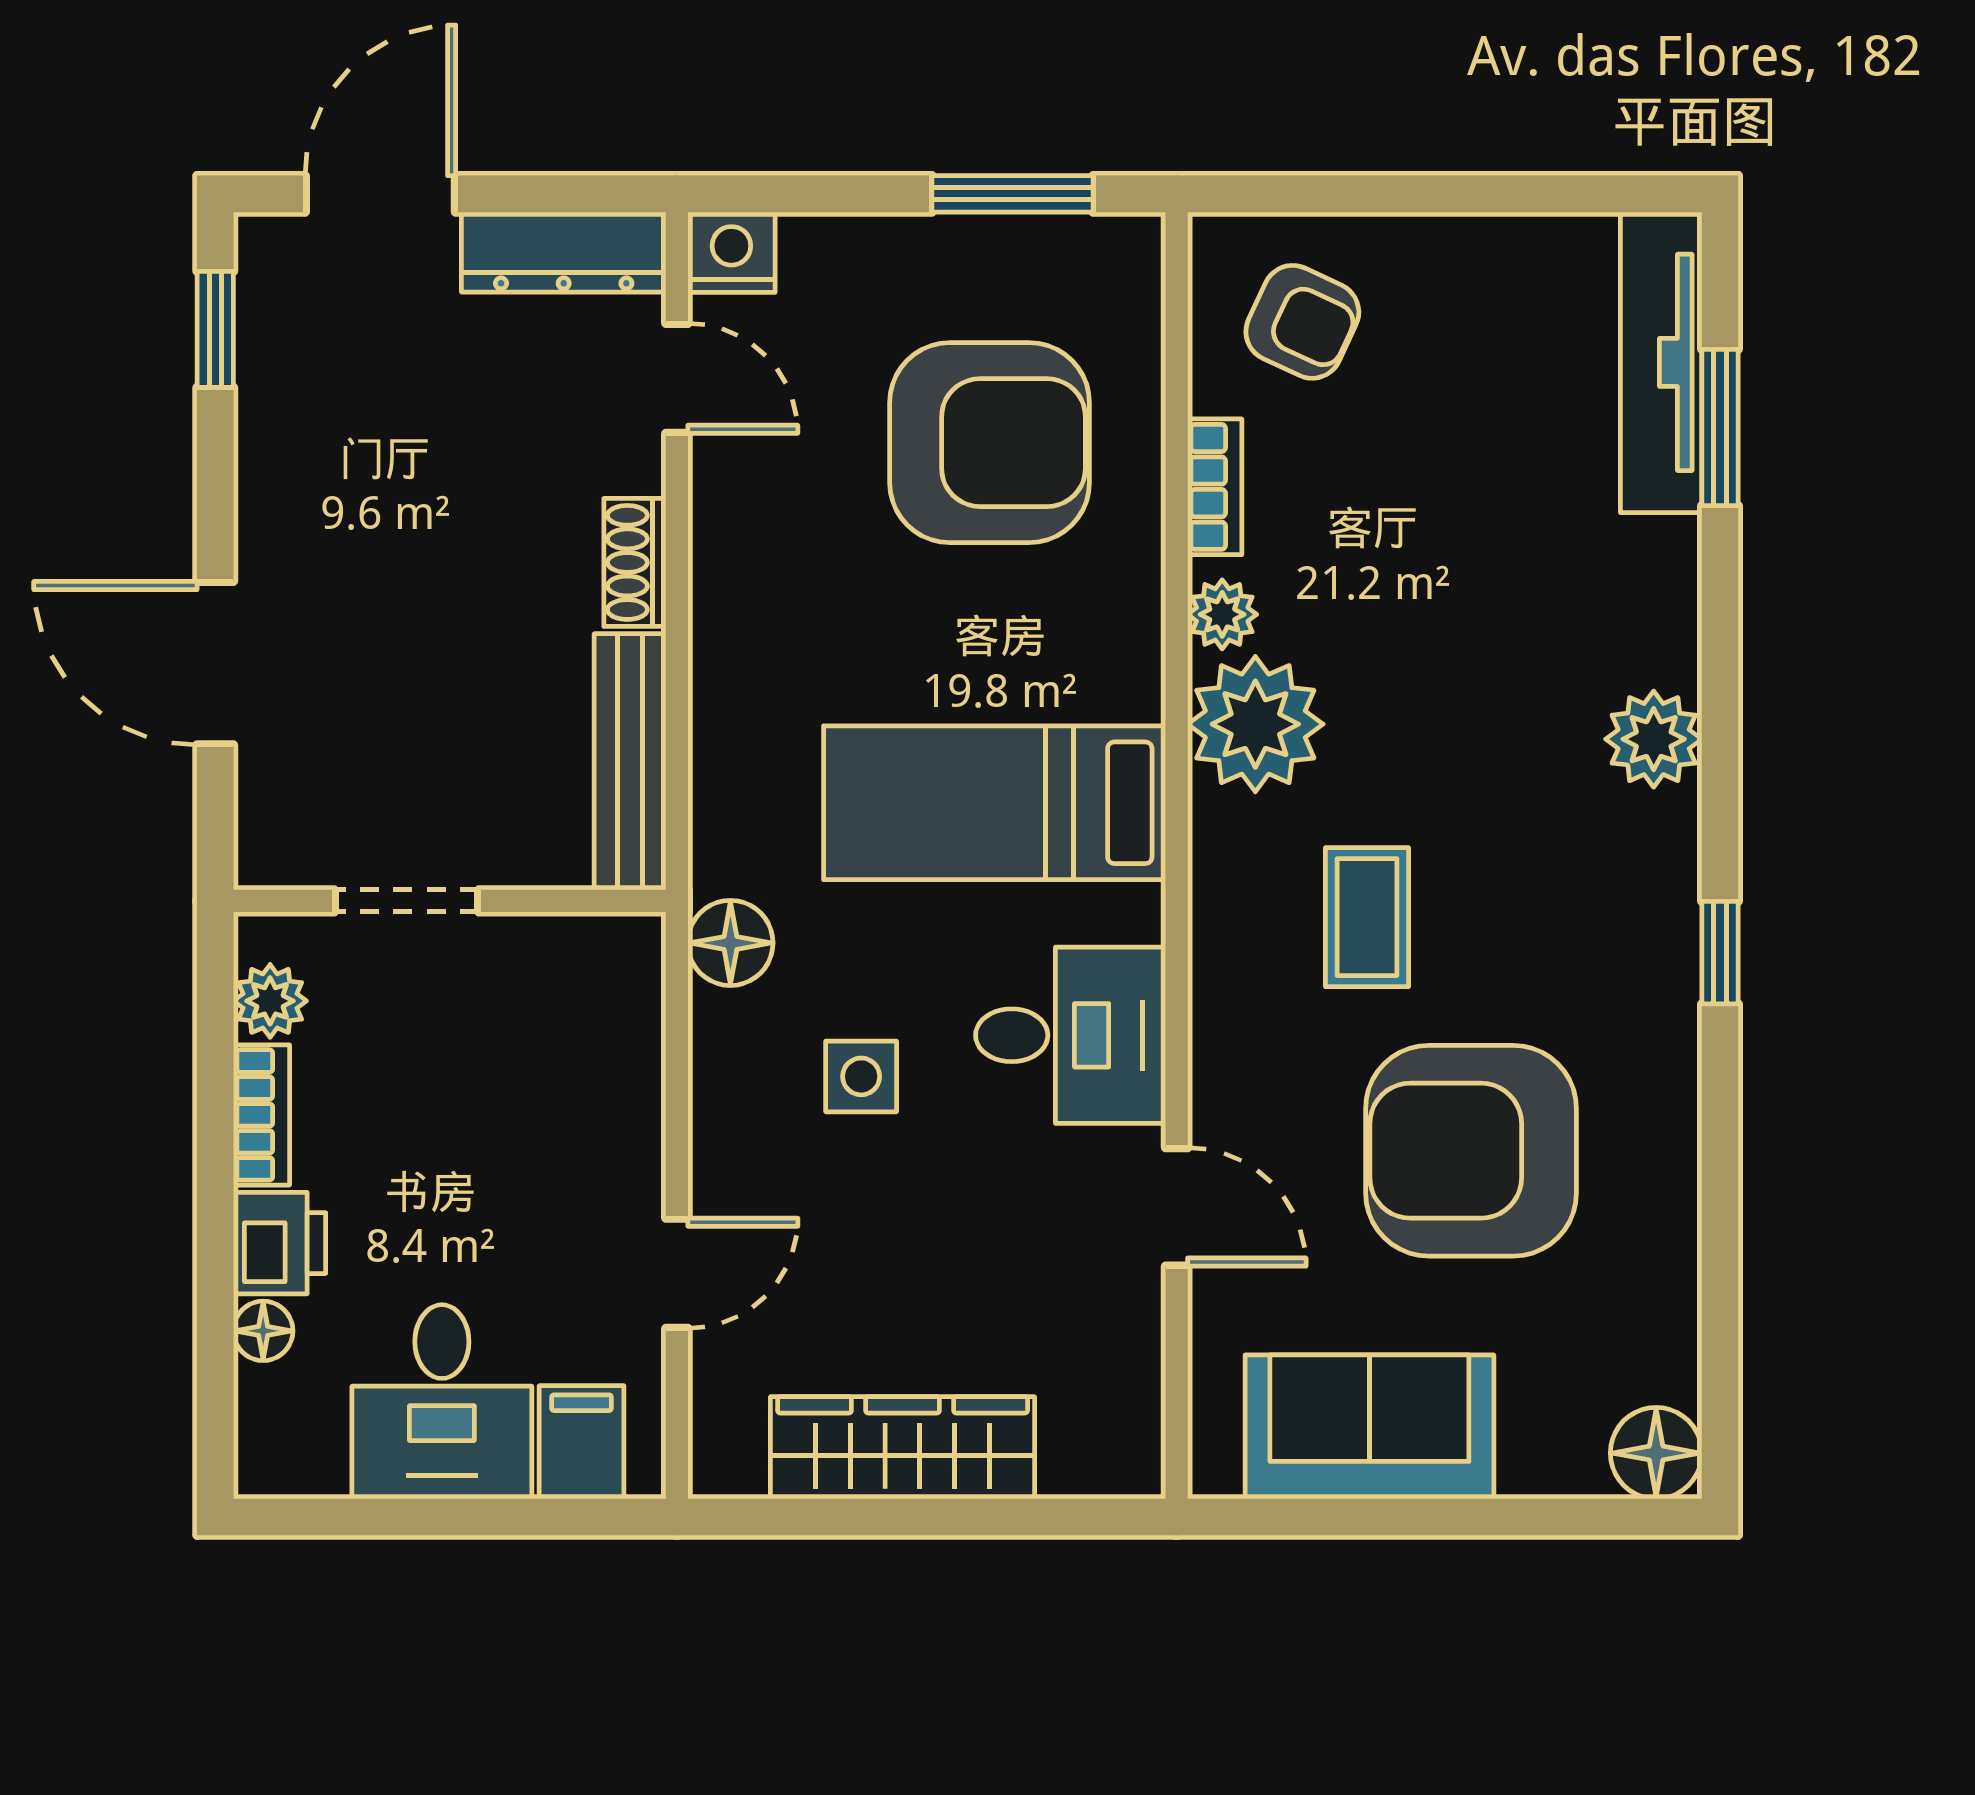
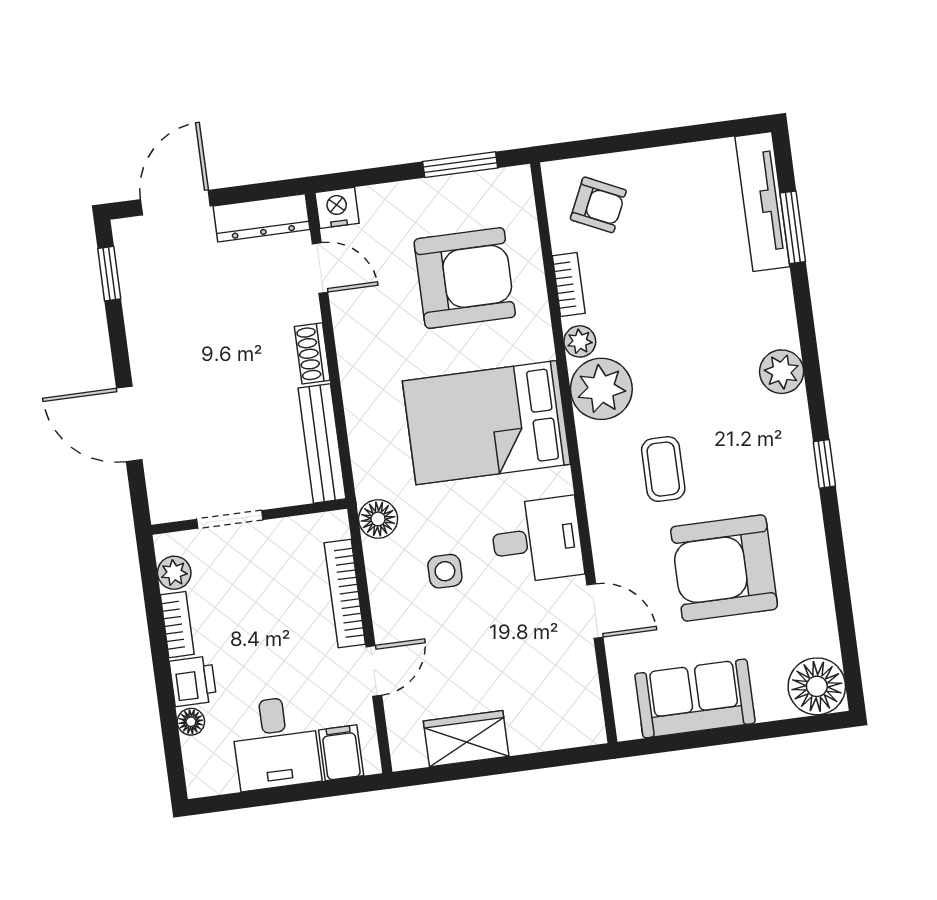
bed: (995, 803) -> (486, 423), width x1.50
bookcase: (636, 1096) -> (345, 594), added
wardrobe: (903, 1448) -> (466, 739), width x0.67
floor lamp: (1656, 1453) -> (817, 686), width x1.38, depth x1.38

